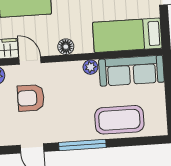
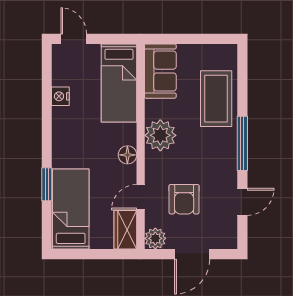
plant: (90, 67) -> (160, 135), width x1.88, depth x1.88
sofa: (131, 71) -> (160, 71), width x0.73

